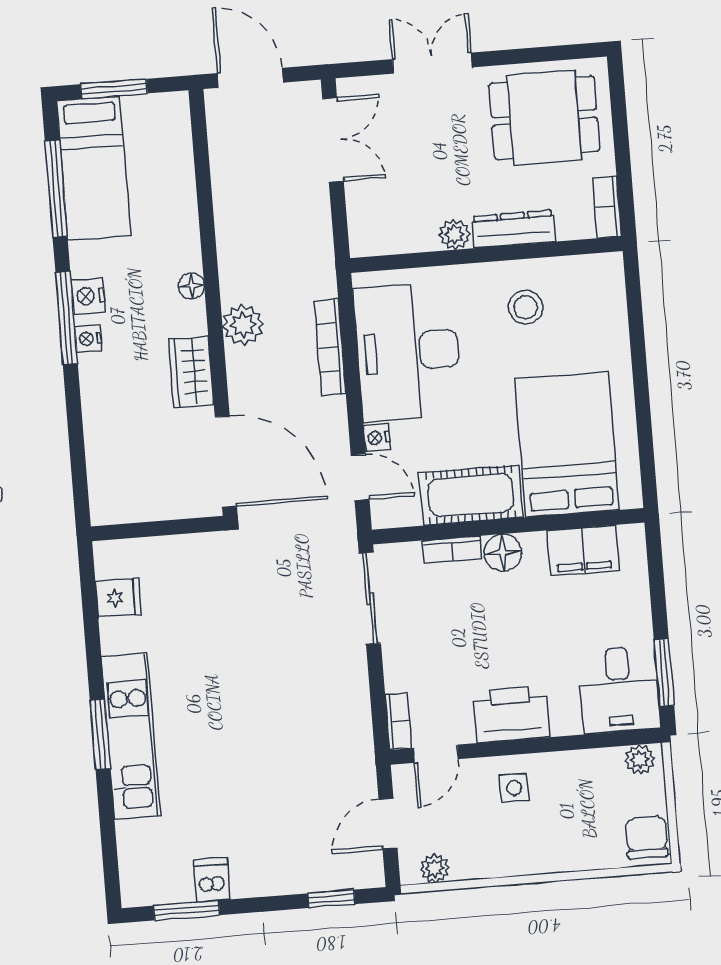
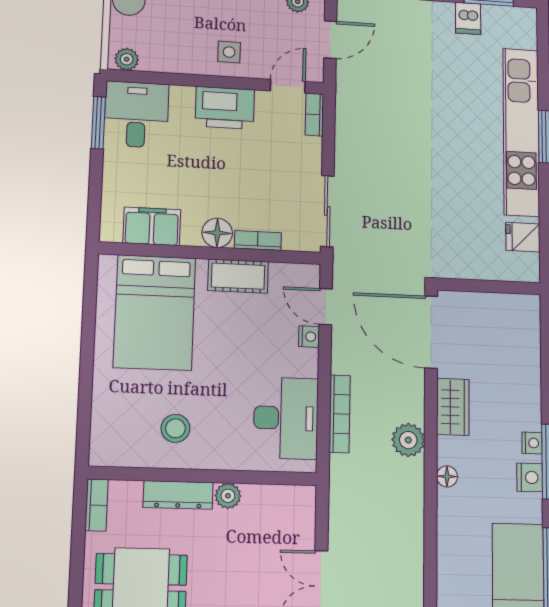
desk: (408, 352) -> (286, 418), width x0.73, depth x0.77
cot: (471, 495) -> (238, 276), width x0.73, depth x0.75
kitchen unit: (131, 736) -> (521, 132), width x1.36

